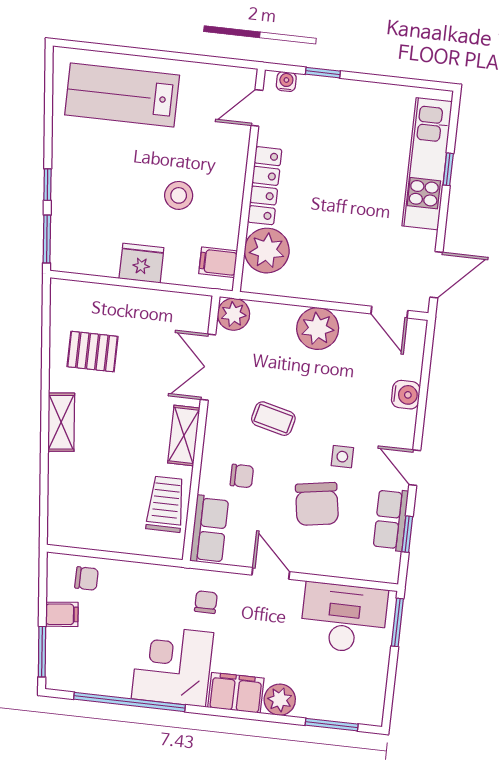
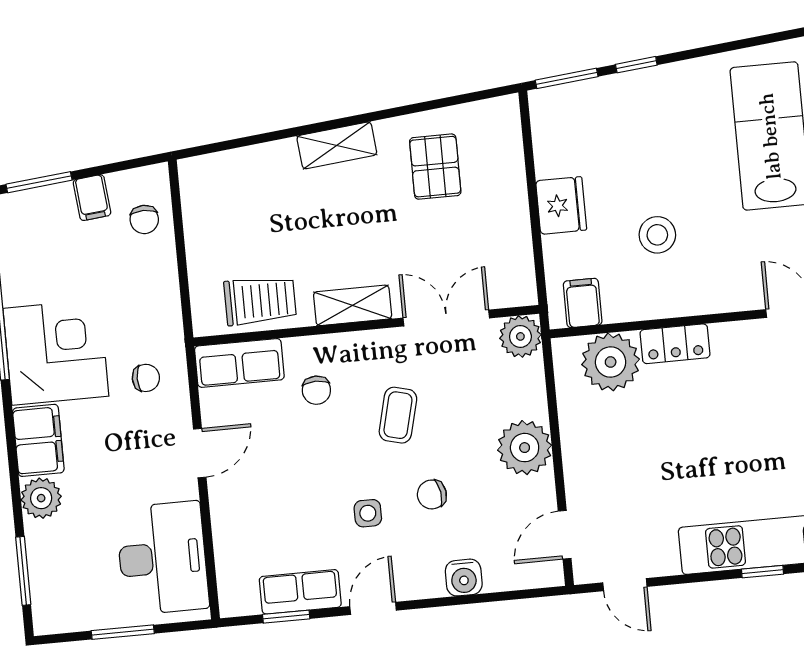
locker: (265, 186) -> (675, 344), width x0.66
door: (436, 275) -> (625, 585), width x0.73
chair: (317, 504) -> (432, 494), moved, width x0.54, depth x0.54
window: (397, 622) -> (123, 632), moved

